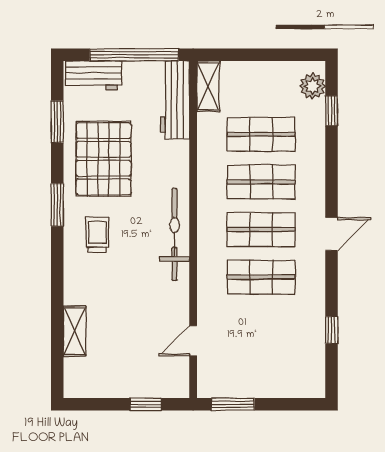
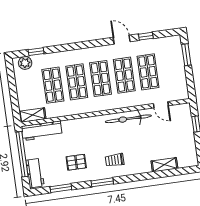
pallet: (104, 159) -> (76, 162), width x0.49, depth x0.50
bicycle: (174, 234) -> (128, 119), moved
door: (331, 234) -> (122, 40), moved
shop shelf: (261, 325) -> (148, 72), added
window: (233, 404) -> (186, 55), moved

